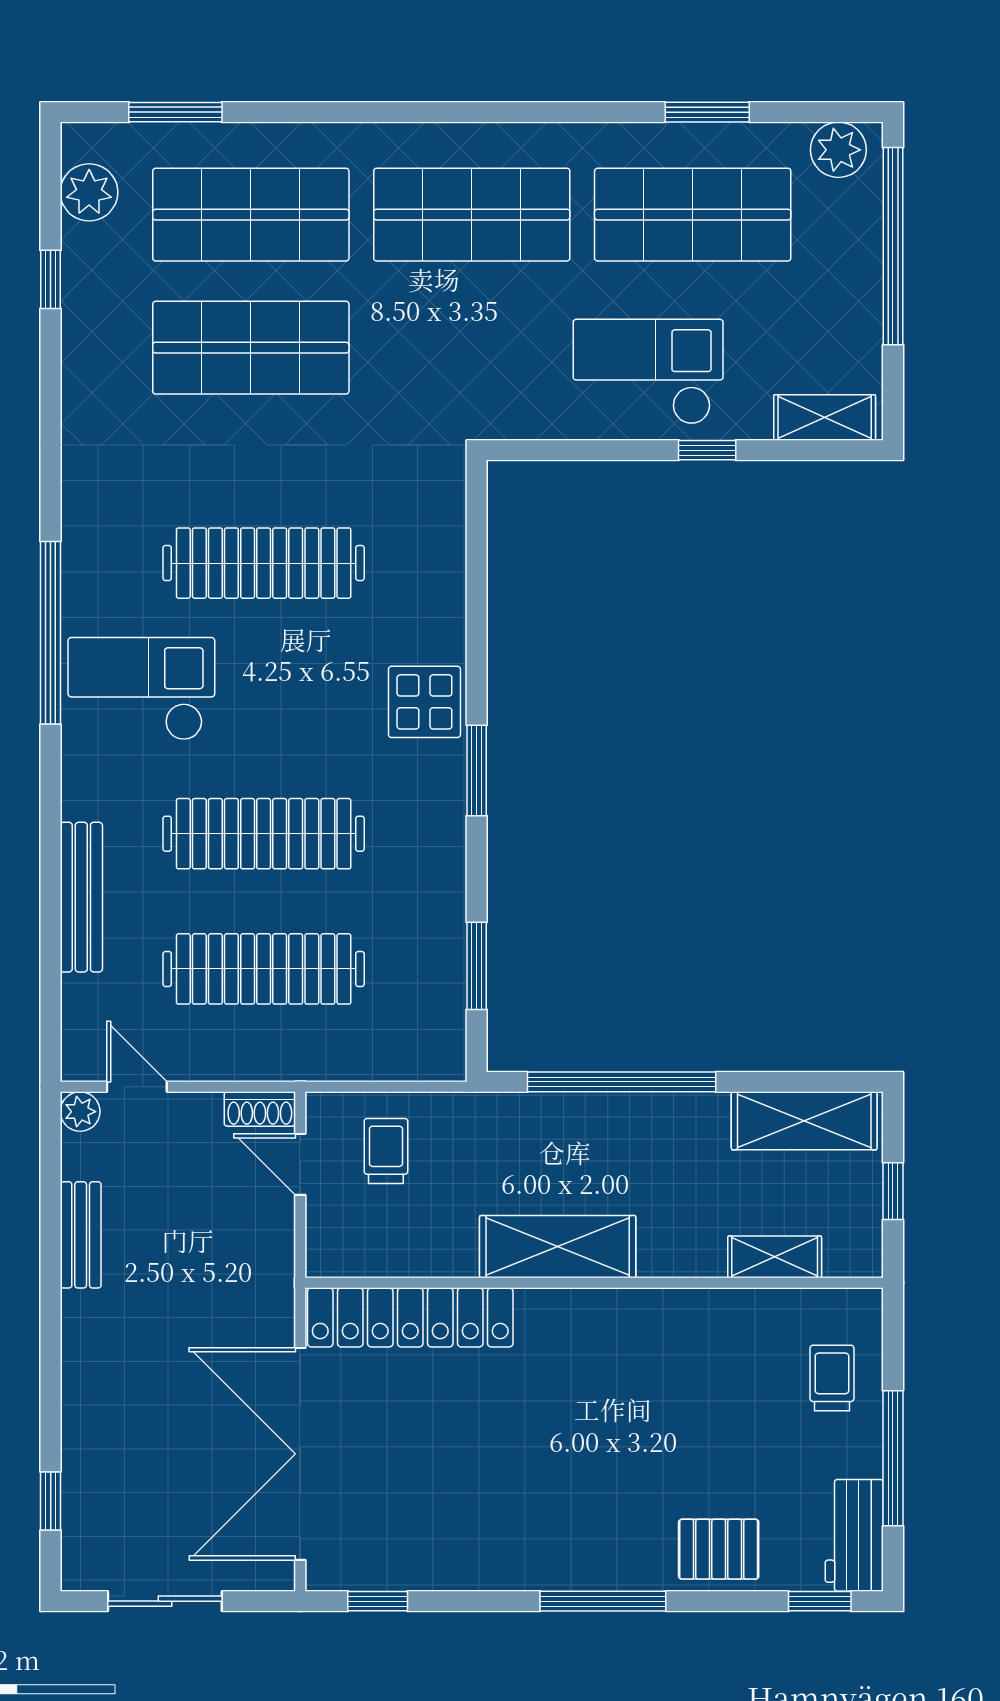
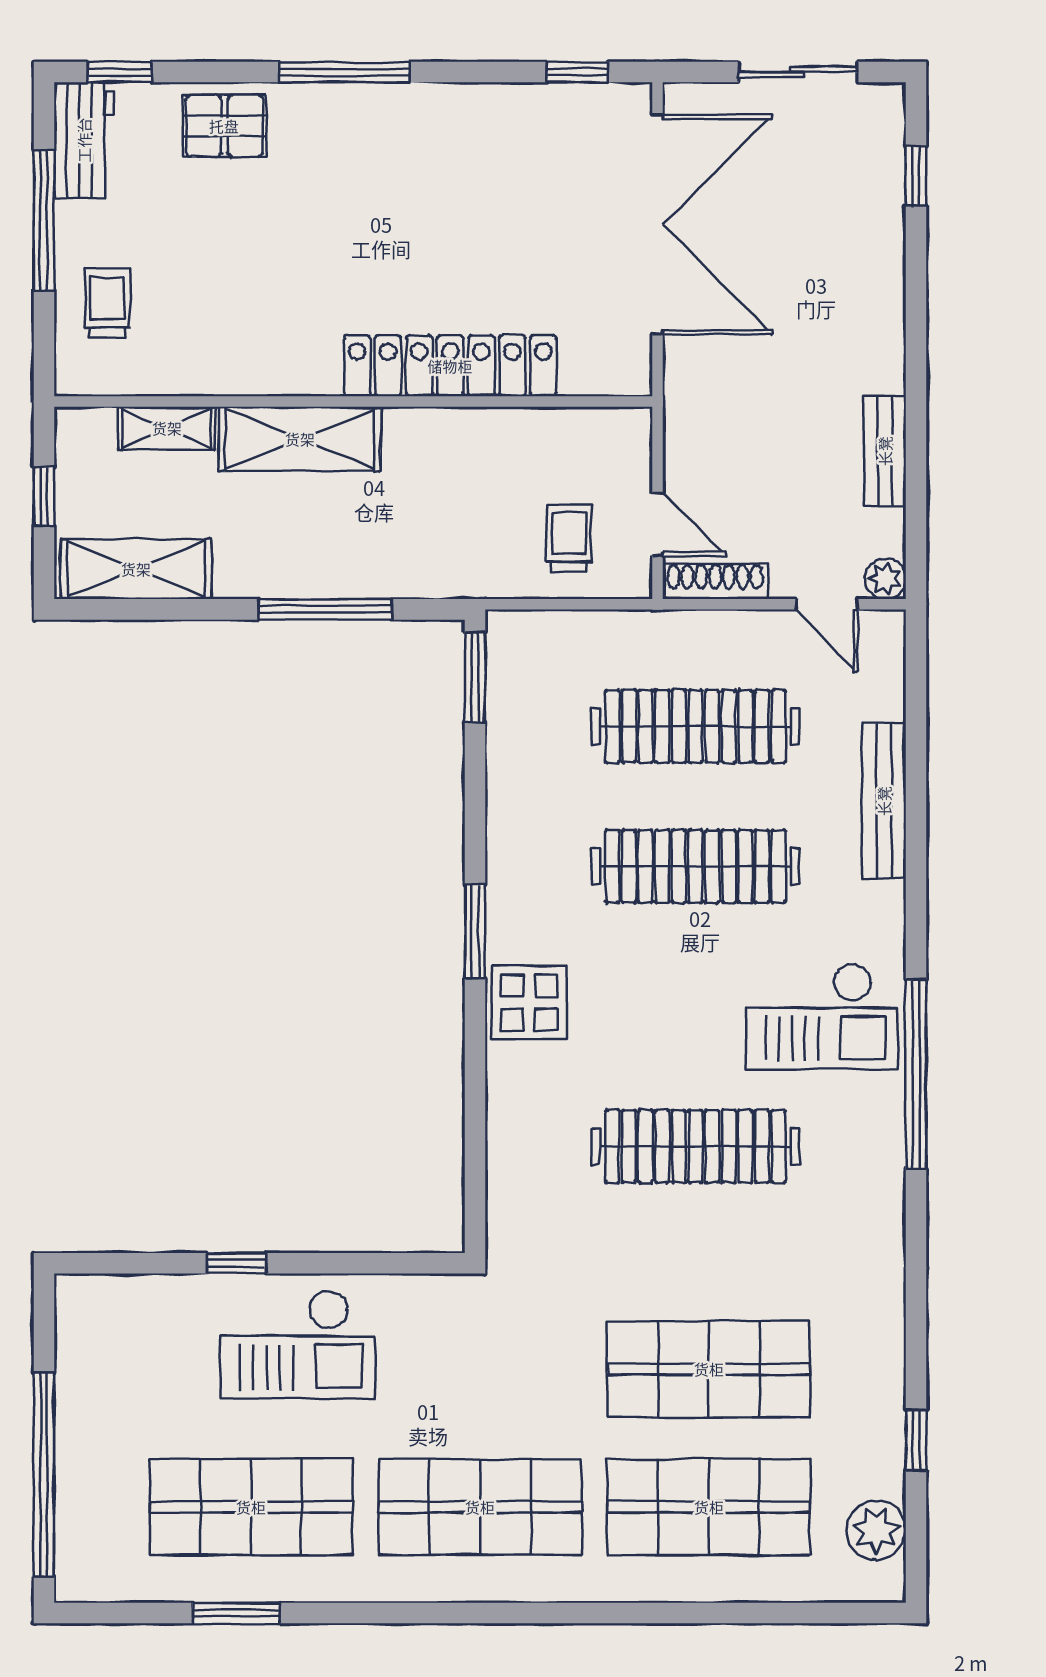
window: (175, 112) -> (787, 1613), removed
plant: (838, 150) -> (101, 1574), removed
shelving: (825, 417) -> (115, 1297), removed
window: (477, 966) -> (475, 677), moved
window: (622, 1082) -> (325, 609), width x0.68
shoe rack: (260, 1109) -> (715, 581), width x1.43
trolley: (386, 1151) -> (569, 538), turned 180
shelving: (558, 1247) -> (300, 439), moved
locker: (410, 1317) -> (450, 366), moved
trolley: (832, 1378) -> (107, 303), turned 180

